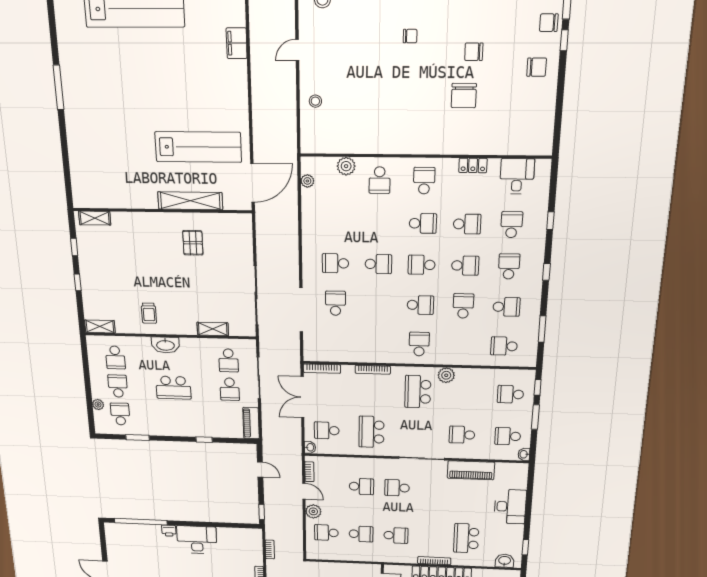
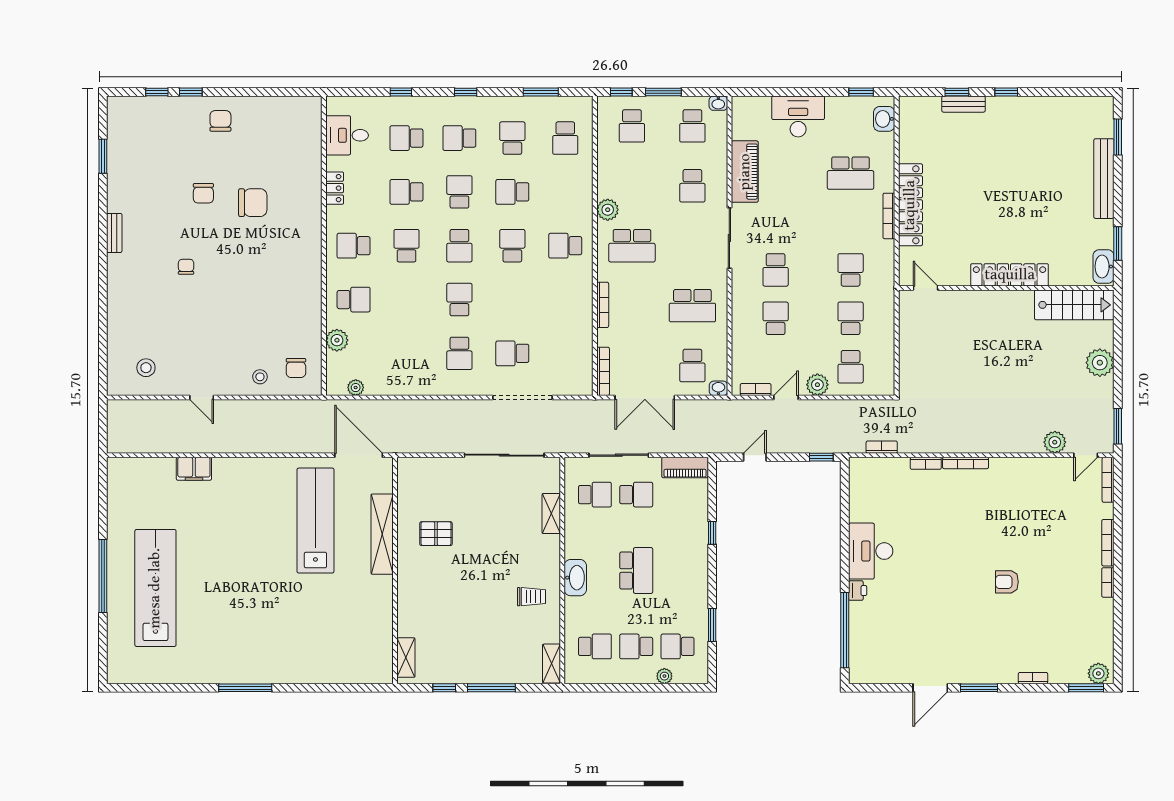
chair: (549, 23) -> (296, 368), moved
school desk: (467, 224) -> (406, 192), turned -90
window: (78, 282) -> (491, 688), width x2.17

